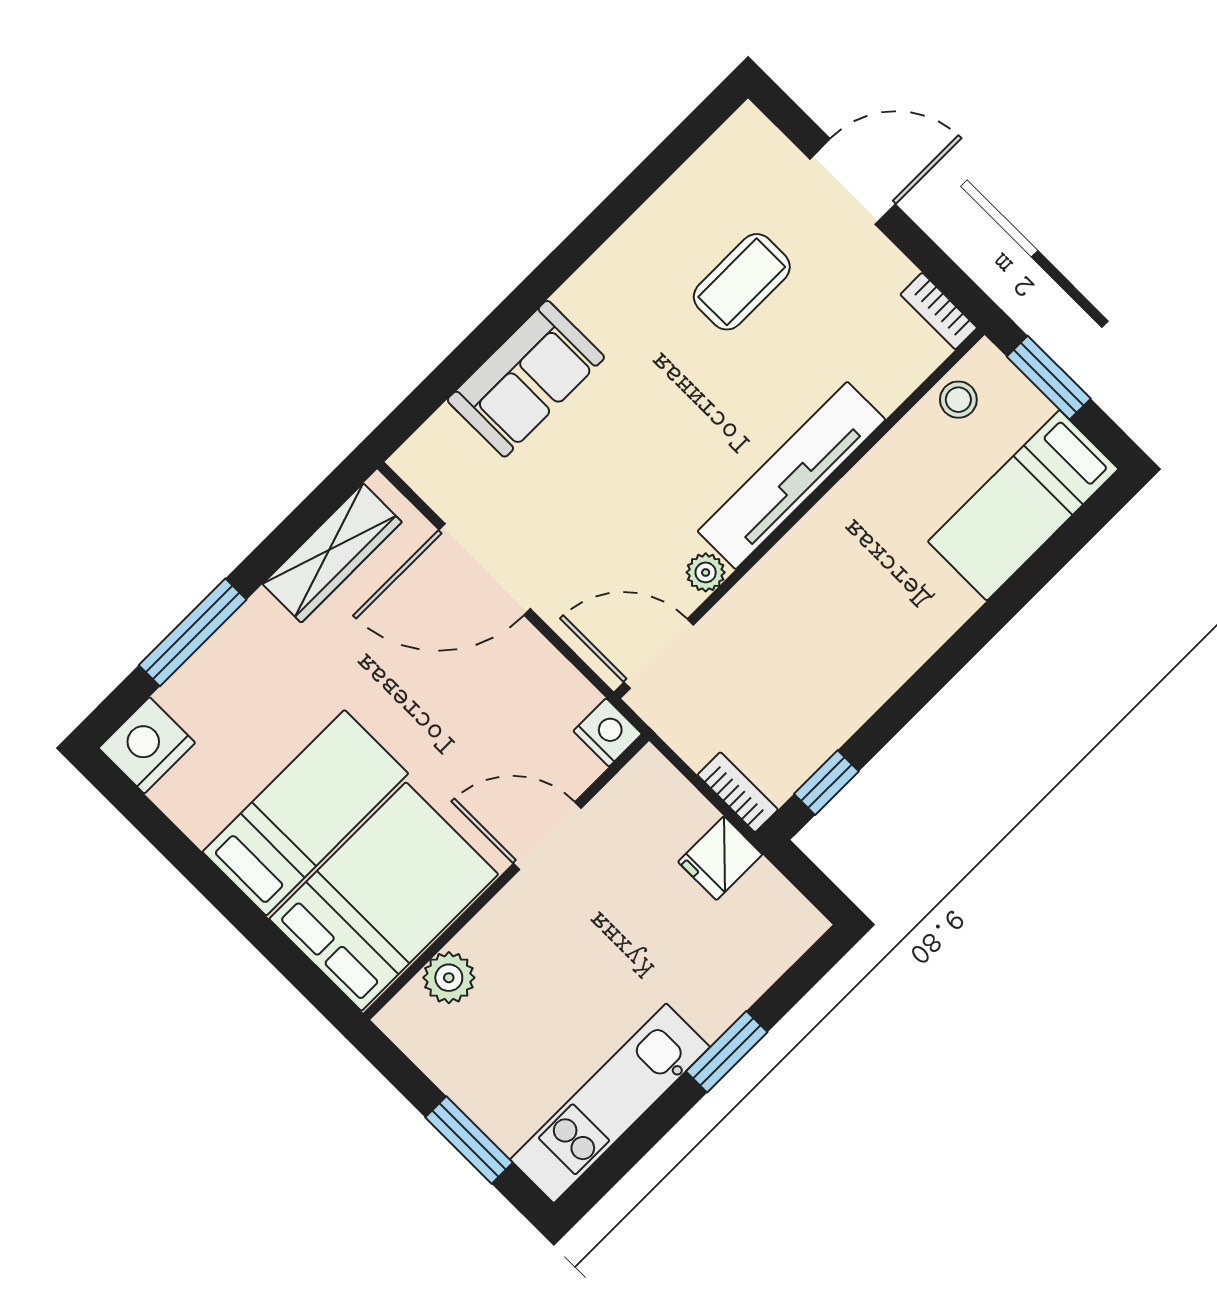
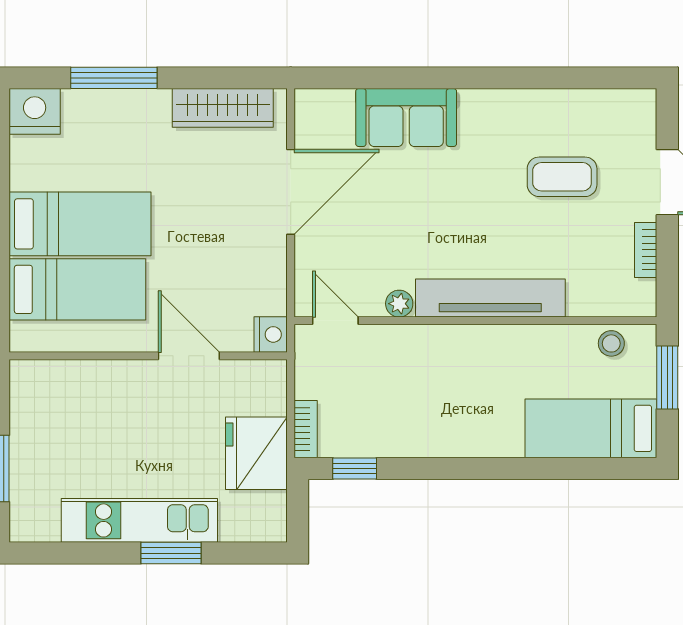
bookcase: (939, 311) -> (646, 250), moved
door: (485, 569) -> (291, 192), swing flipped
door: (659, 654) -> (335, 321), width x0.73
fridge: (720, 858) -> (256, 453), width x1.88, depth x1.34
bed: (384, 897) -> (77, 289), width x0.67
plant: (449, 978) -> (69, 378), removed
kitchen unit: (610, 1103) -> (139, 520), moved

